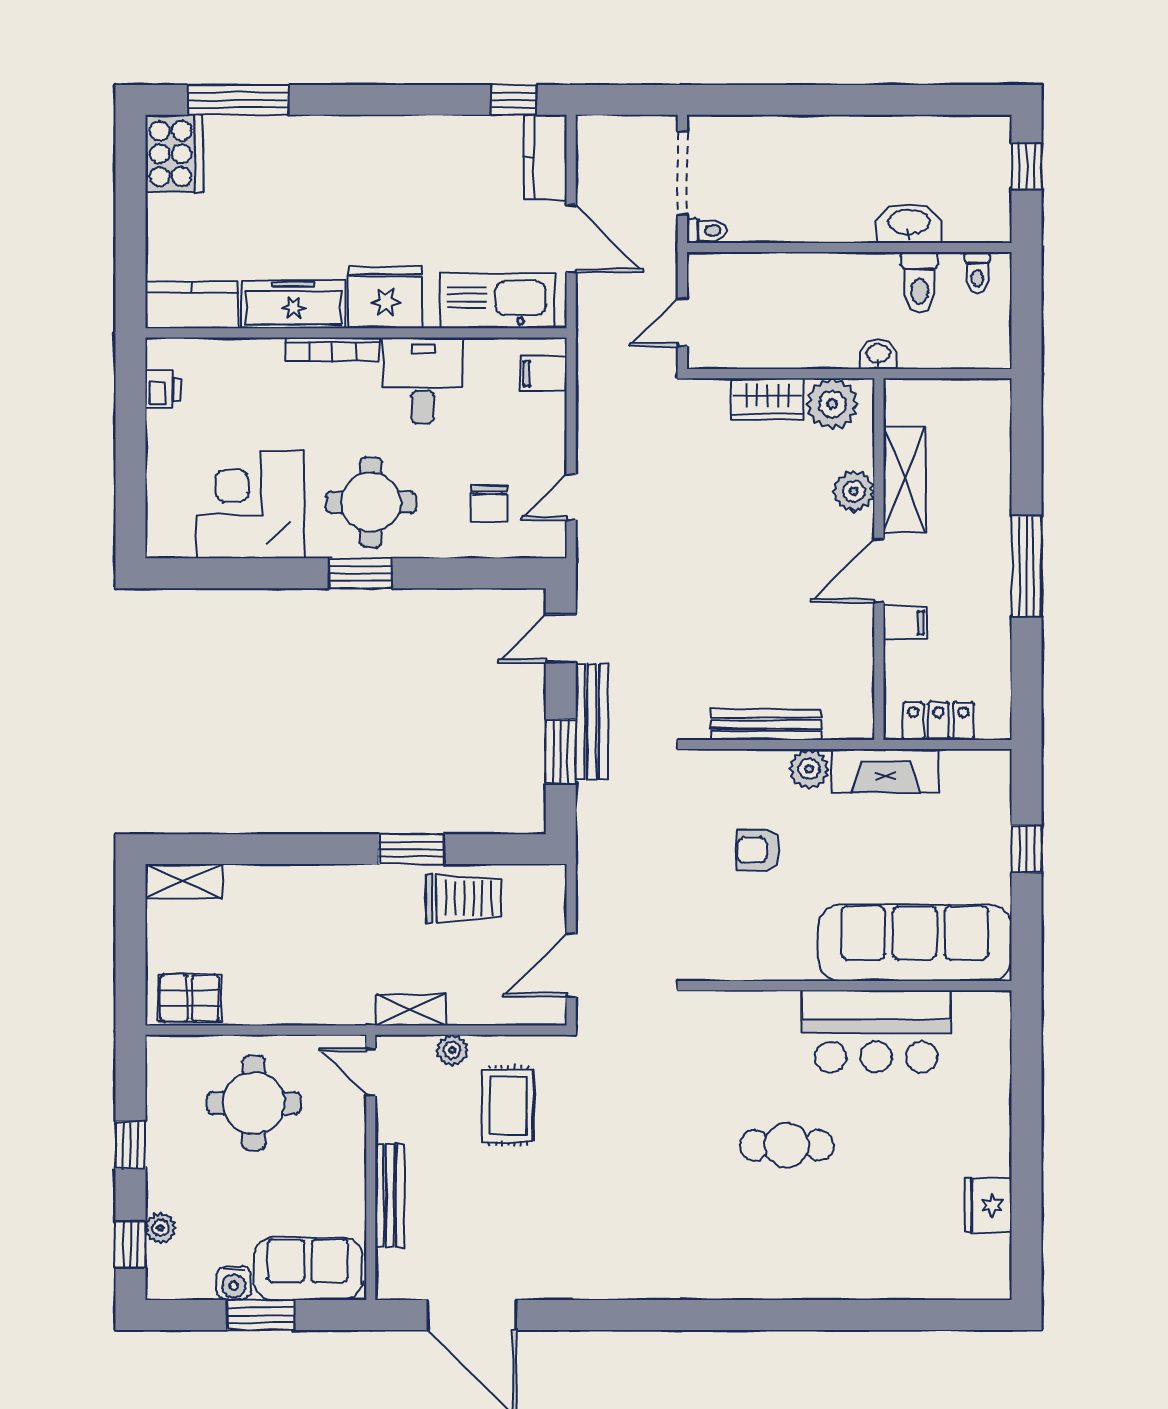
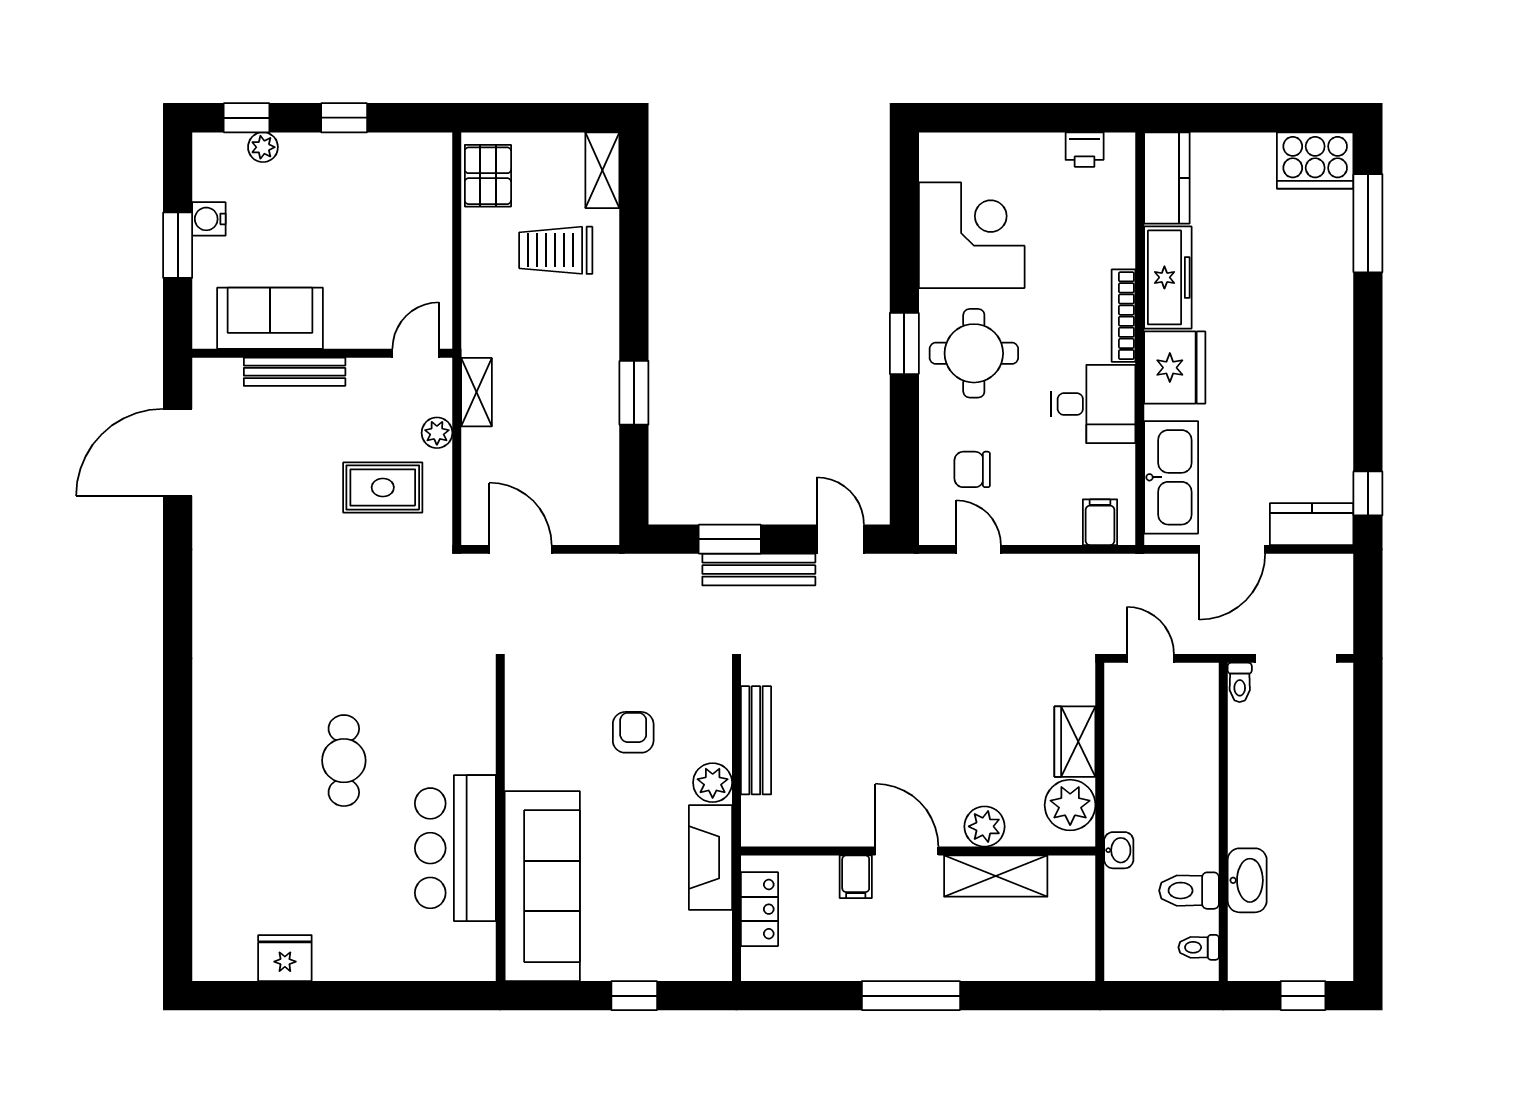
trolley: (463, 898) -> (556, 250), moved, turned 90
round table: (254, 1103) -> (385, 239), removed
sofa: (308, 1269) -> (270, 318), moved, turned -90

